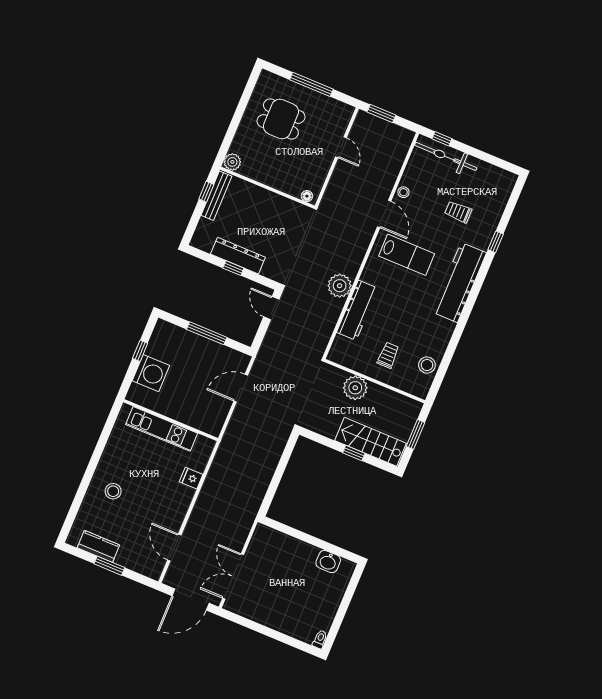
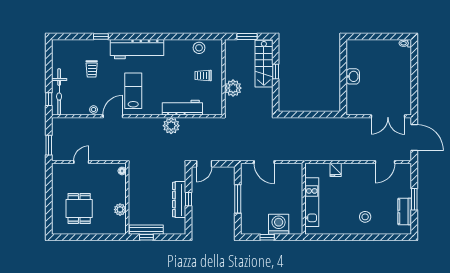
window: (311, 84) -> (49, 198), removed
plant: (232, 162) -> (120, 210), moved
washbasin: (328, 562) -> (353, 76), moved

